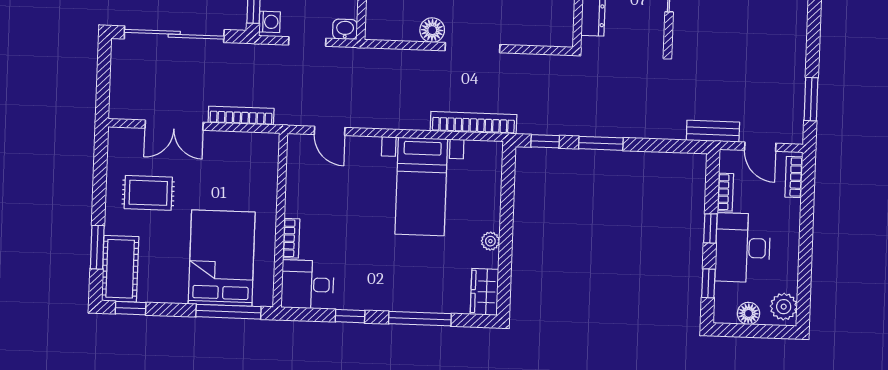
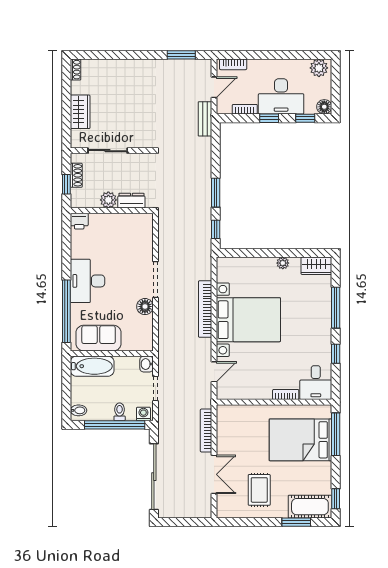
bookcase: (473, 123) -> (205, 309), moved
bed with nightstands: (421, 186) -> (248, 320), width x1.36
floor lamp: (748, 313) -> (324, 107), moved

